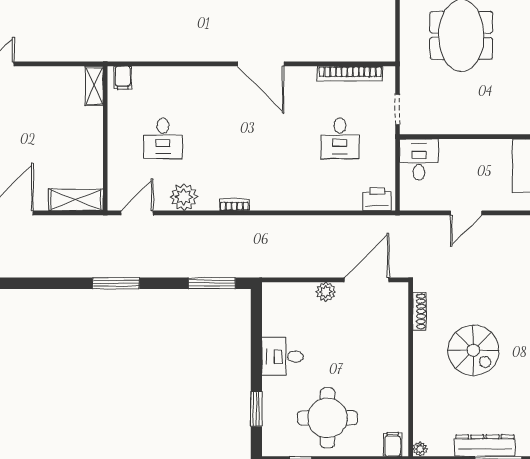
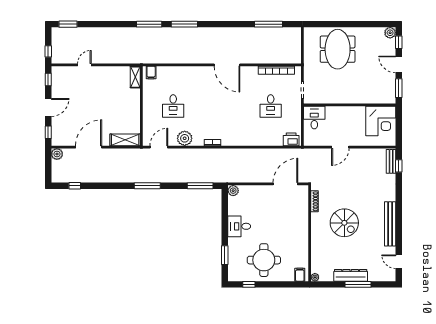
plant: (326, 292) -> (233, 191), moved

